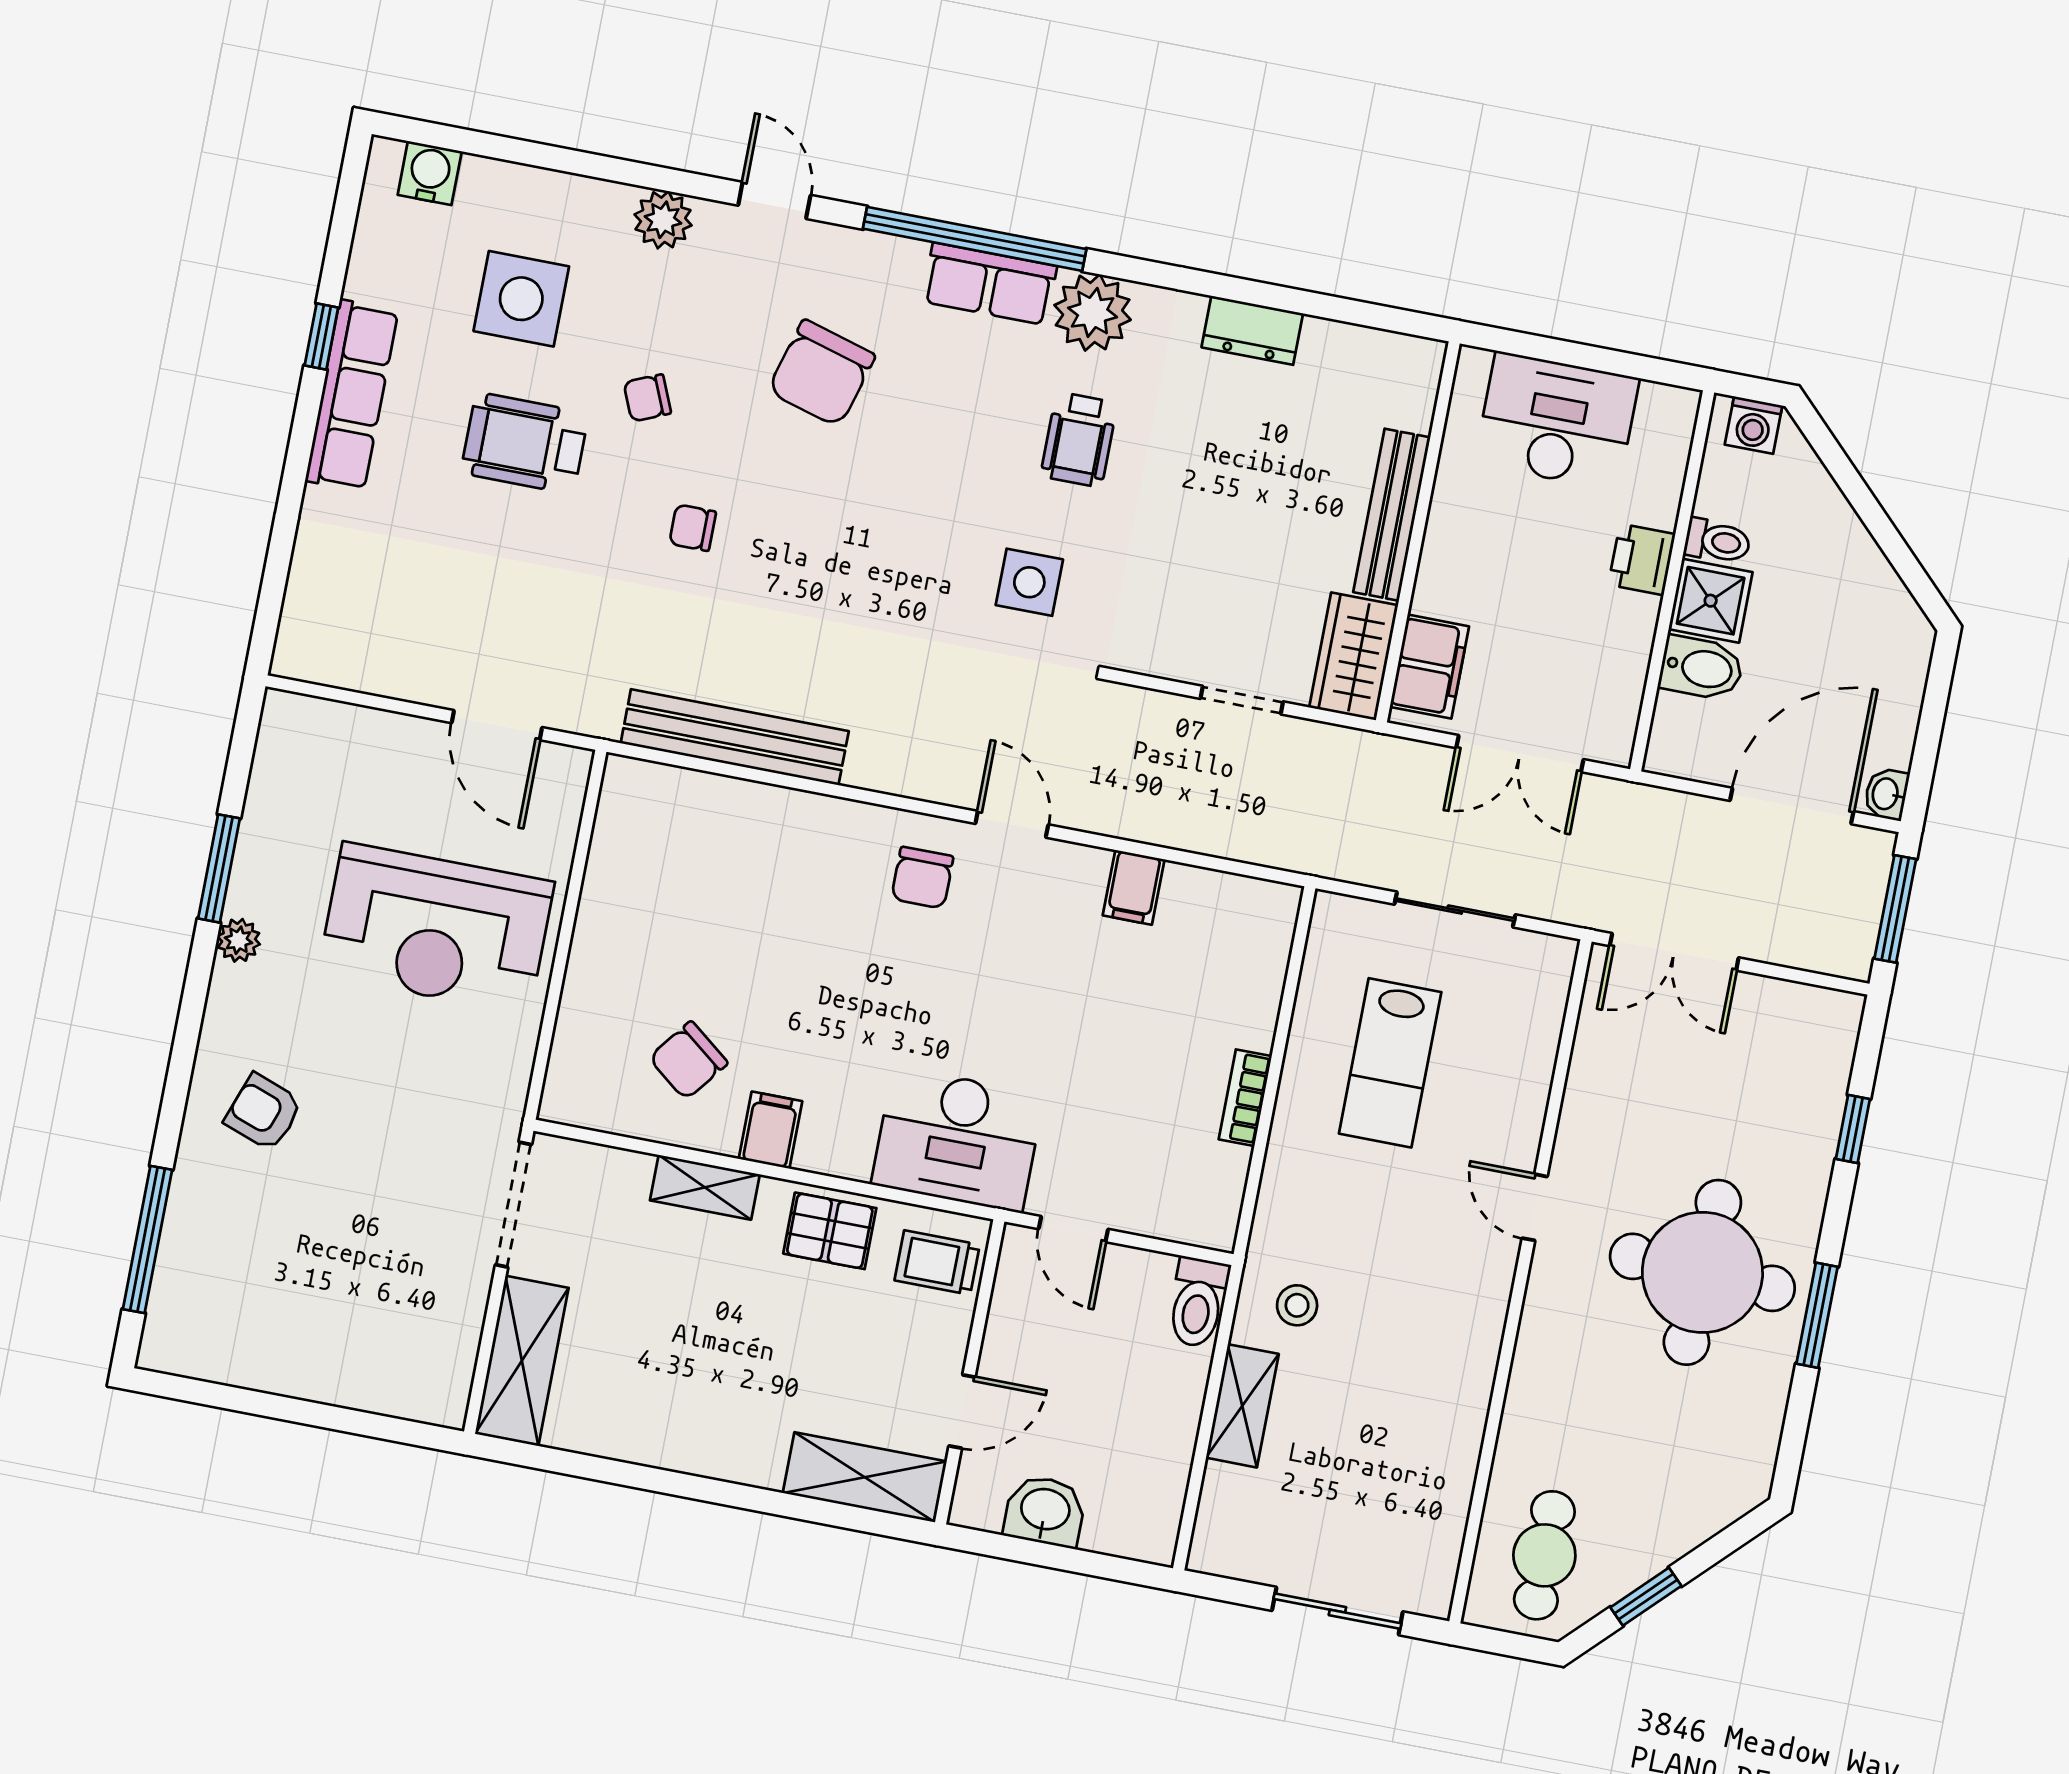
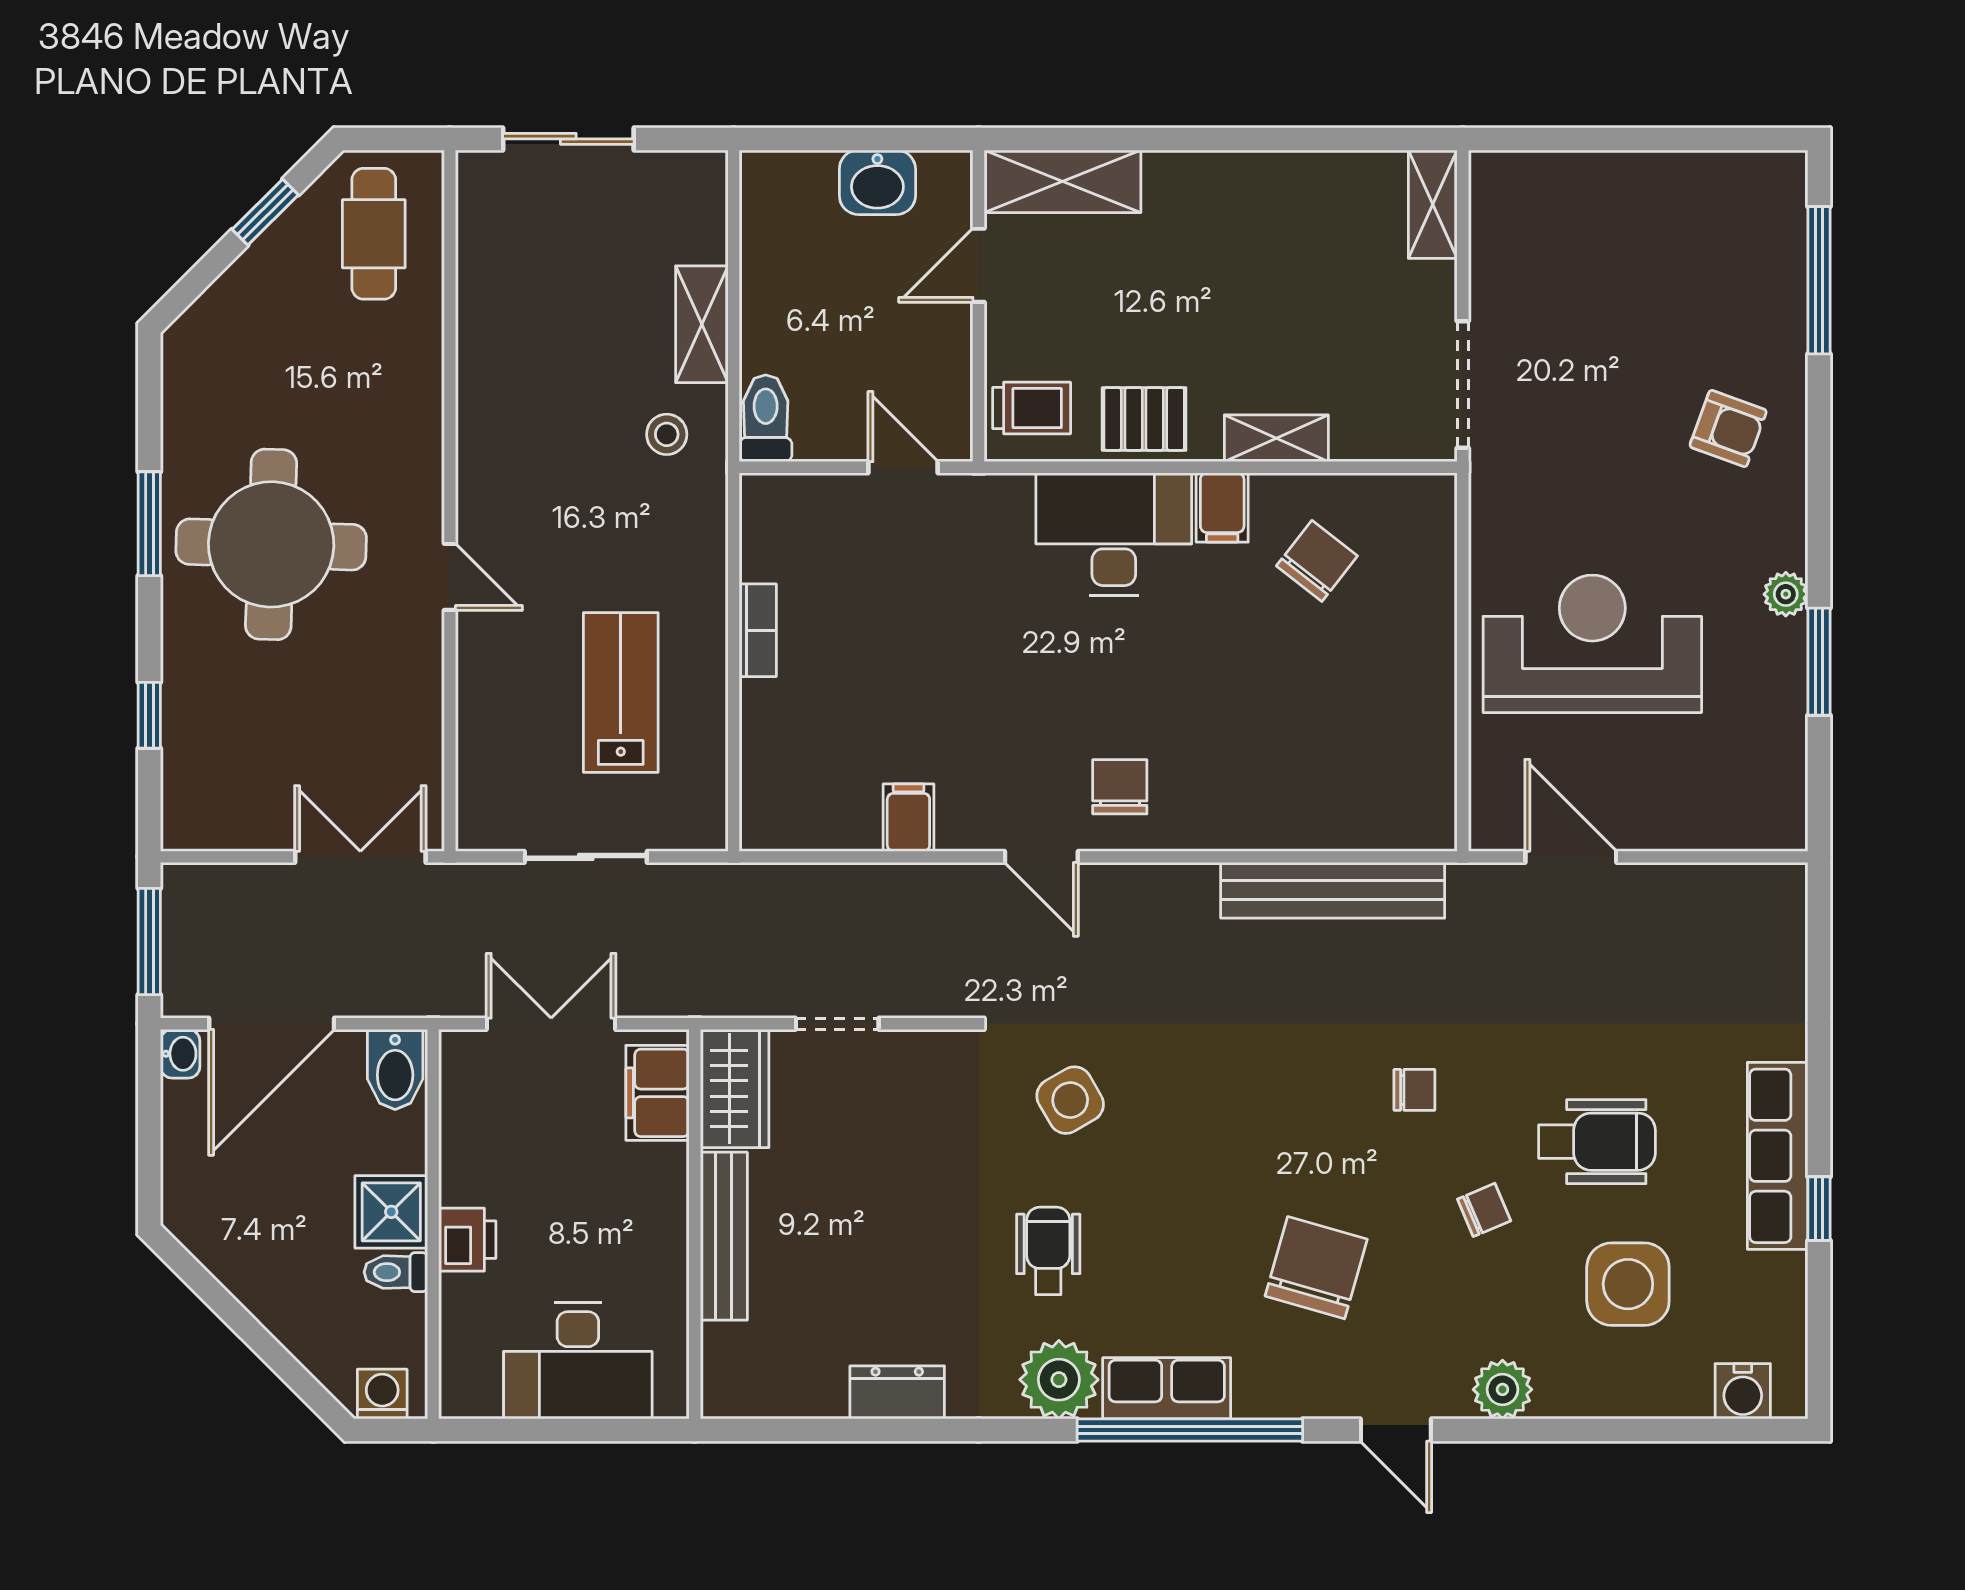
side table: (1029, 582) -> (1070, 1100), turned -30
bidet: (1701, 668) -> (395, 1069), moved, turned -90
desk: (958, 1139) -> (1114, 534), moved
shelving: (522, 1361) -> (1433, 204), width x0.67, depth x0.75

